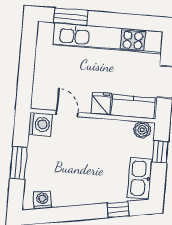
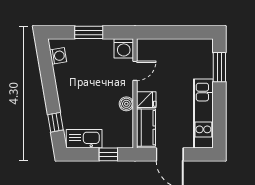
kitchen unit: (108, 38) -> (203, 113), width x0.73
boiler: (142, 130) -> (126, 104), moved

